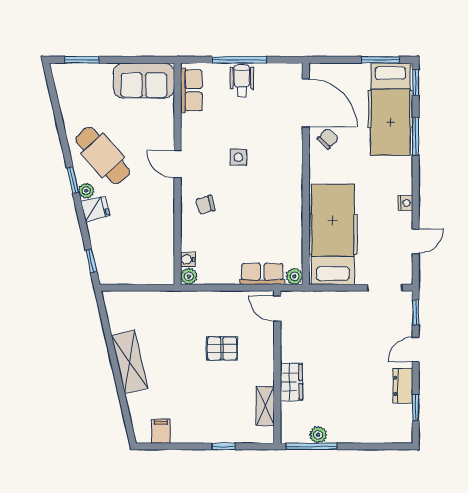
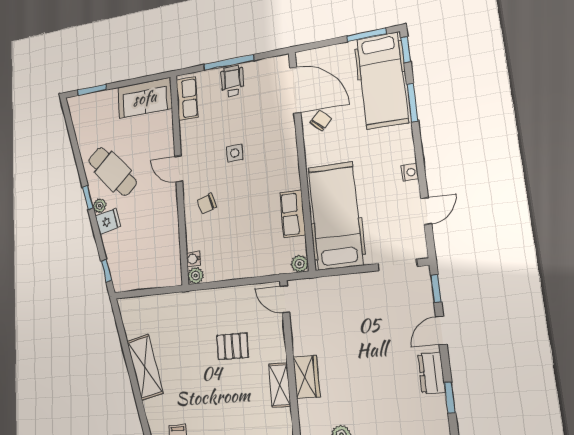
row of seats: (262, 274) -> (293, 214), moved, turned -90
shelving: (265, 406) -> (280, 385), moved

